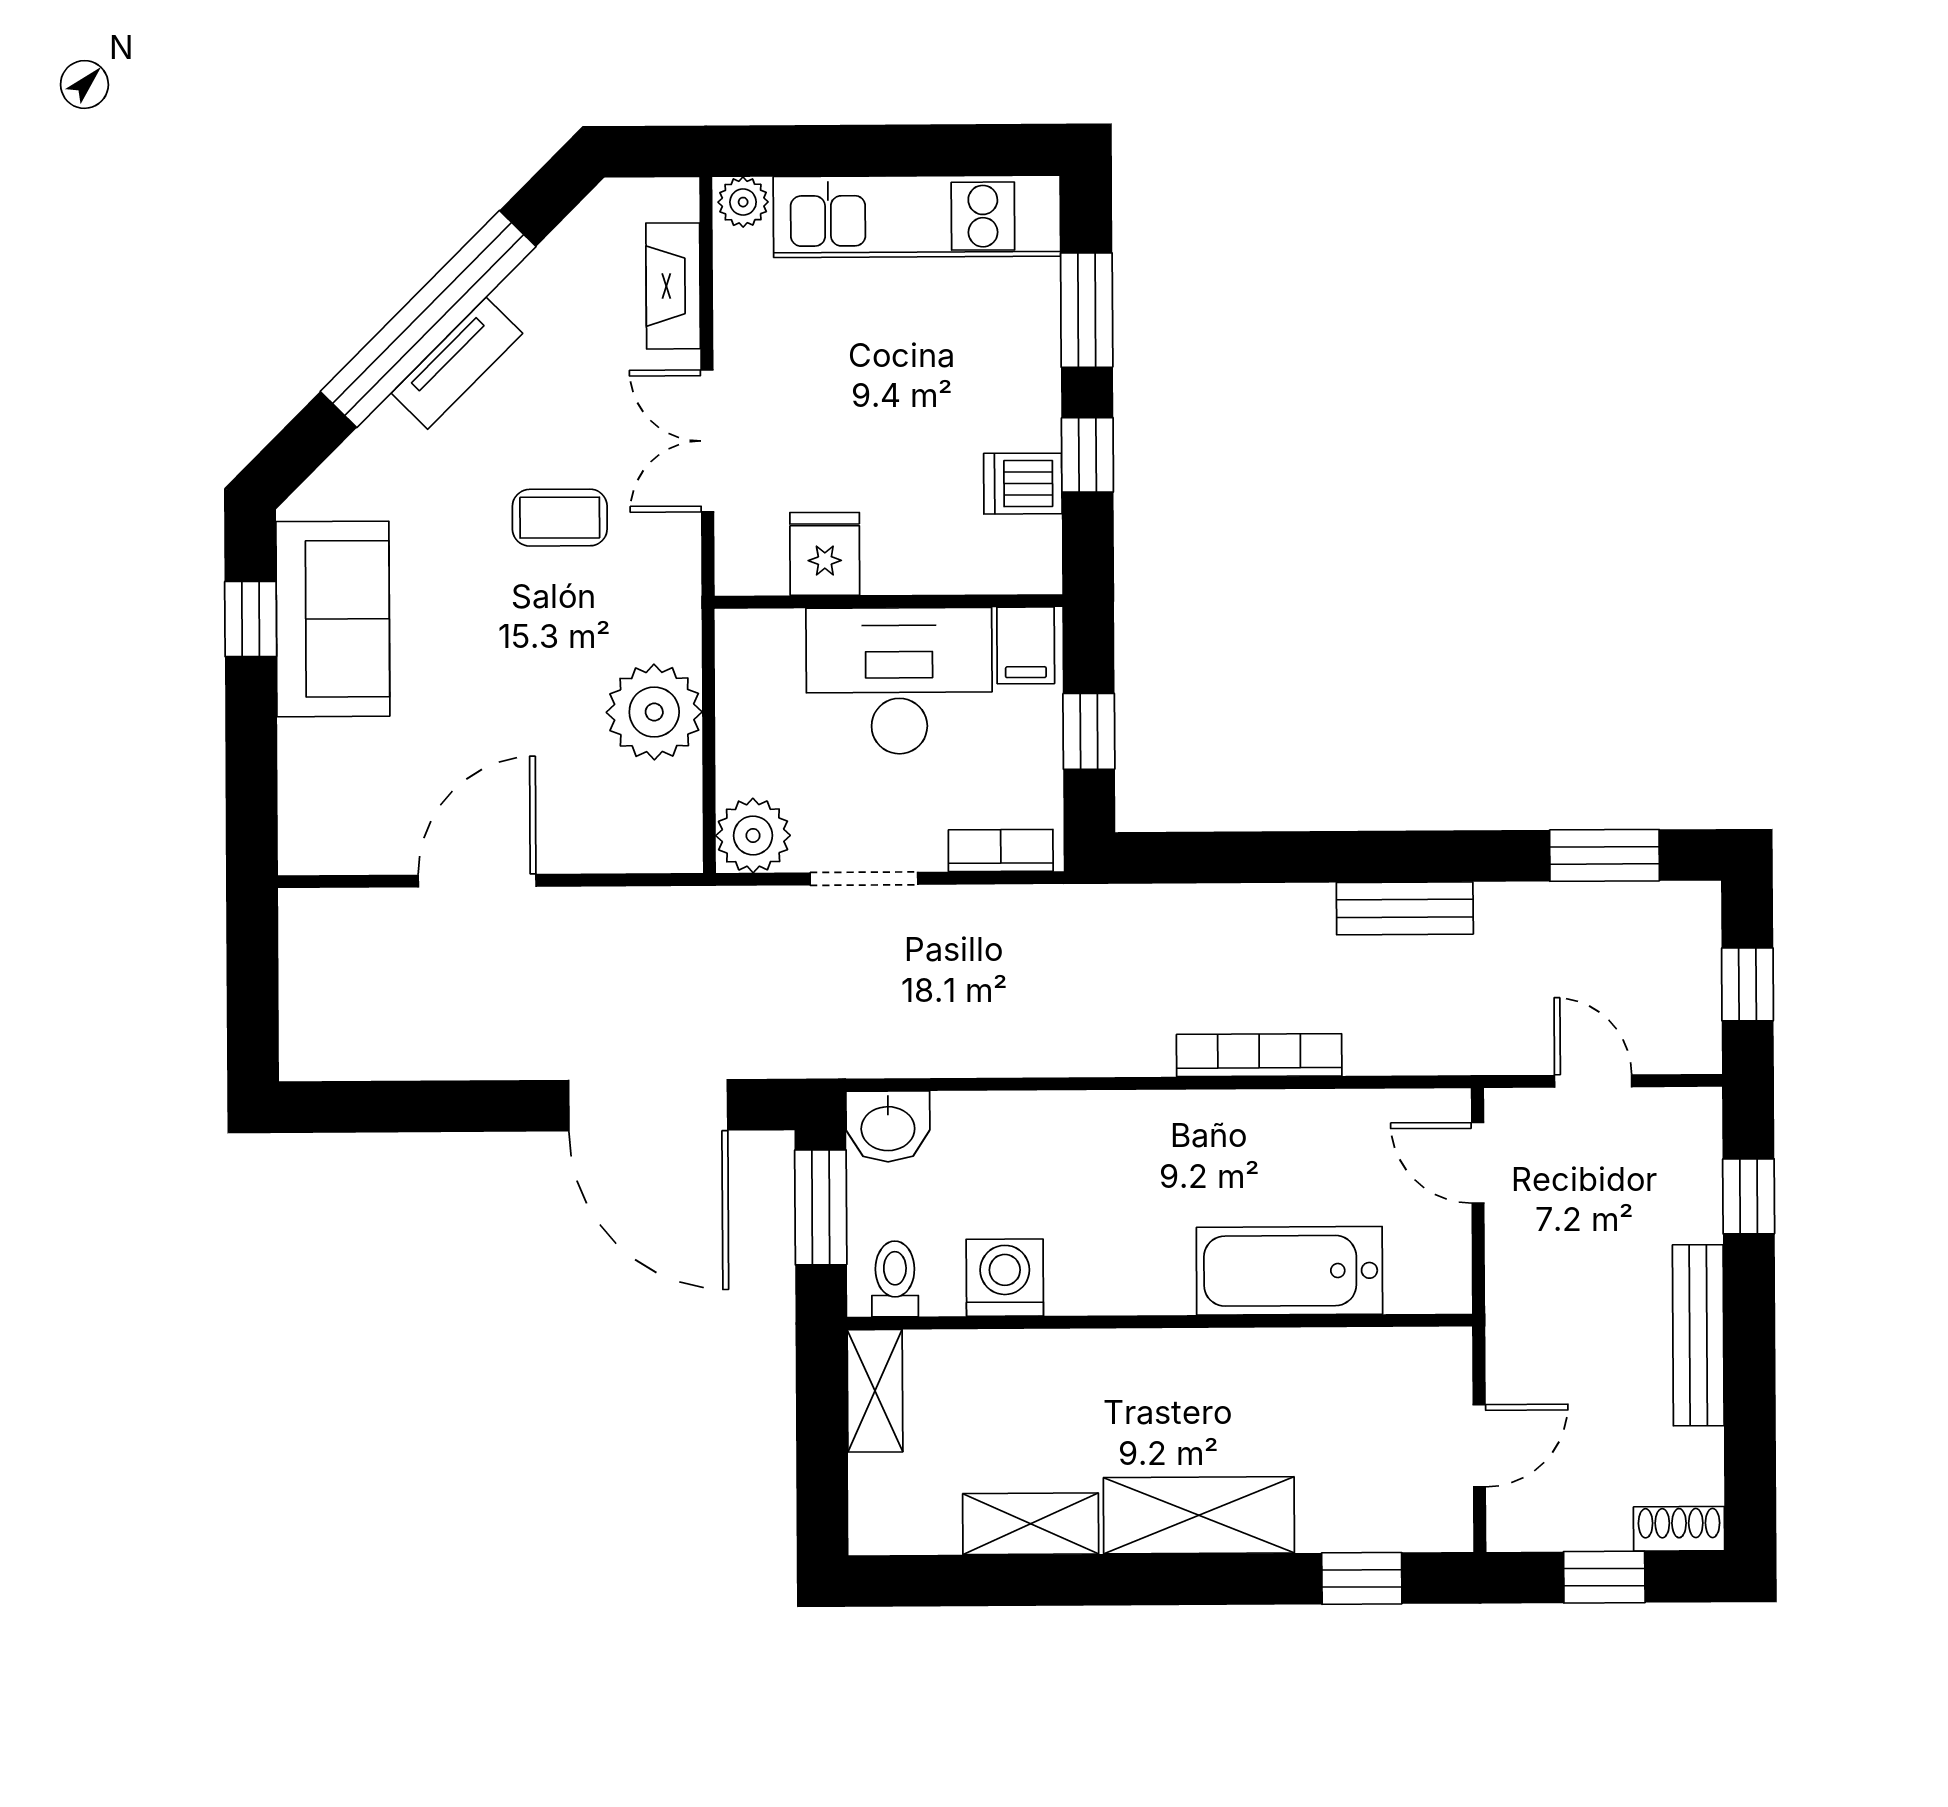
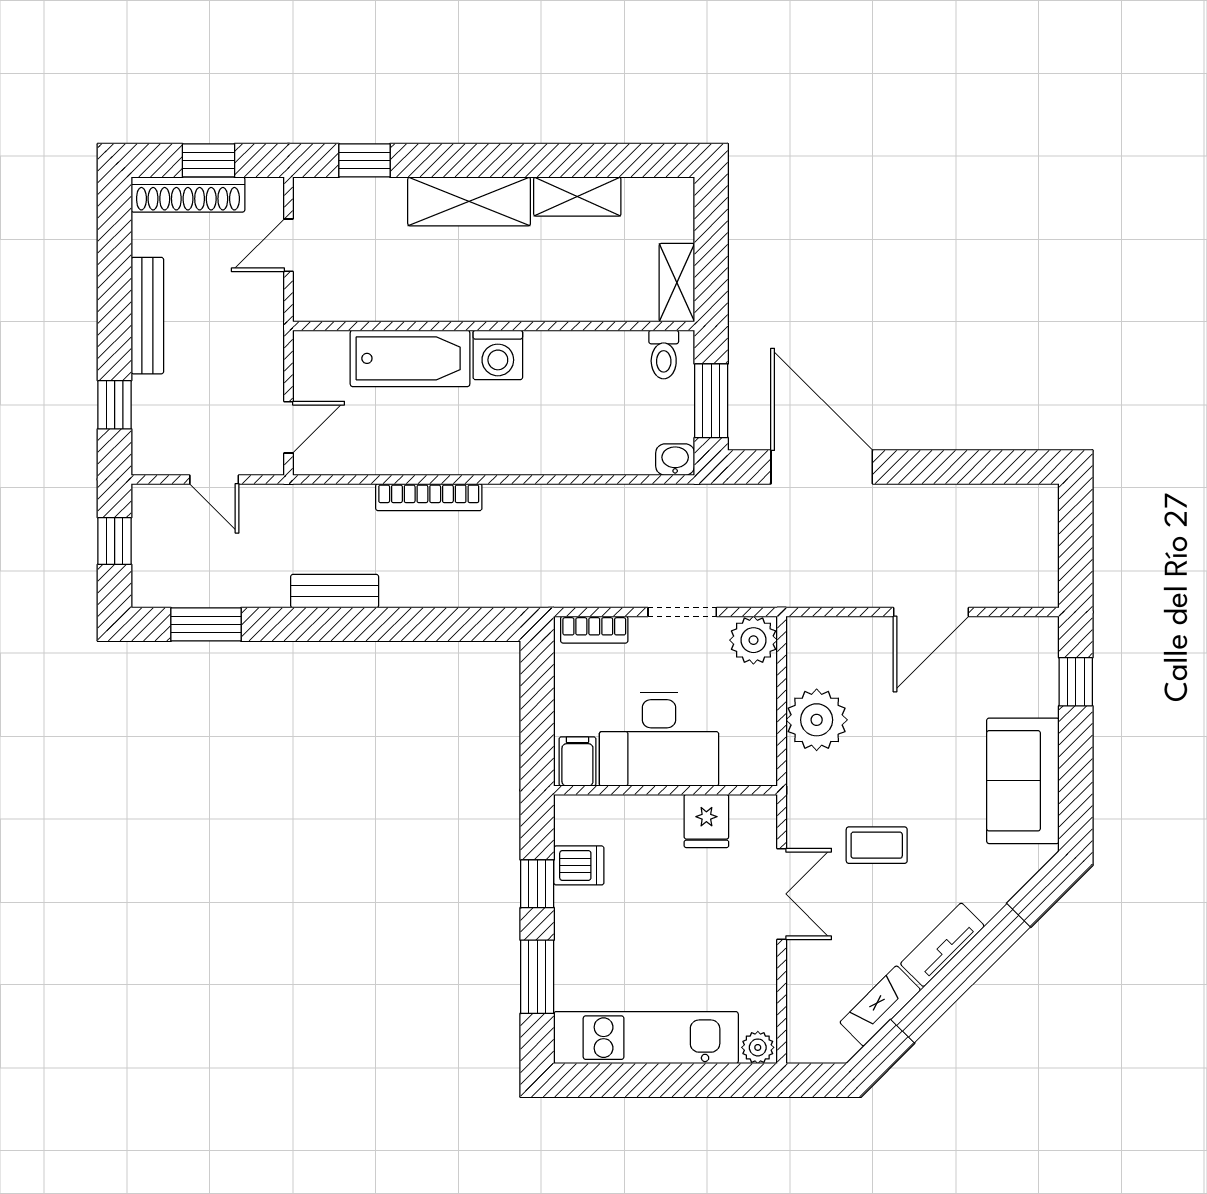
fireplace: (673, 286) -> (880, 1006), moved, turned -135
window: (251, 619) -> (1076, 682), moved
window: (1089, 731) -> (537, 706), removed
washbasin: (888, 1127) -> (675, 460), width x0.72, depth x0.69
door: (1478, 1163) -> (289, 427), hinge flipped
washing machine: (1005, 1278) -> (498, 355), moved
shoe rack: (1679, 1529) -> (188, 194), width x1.94, depth x1.24

